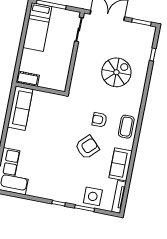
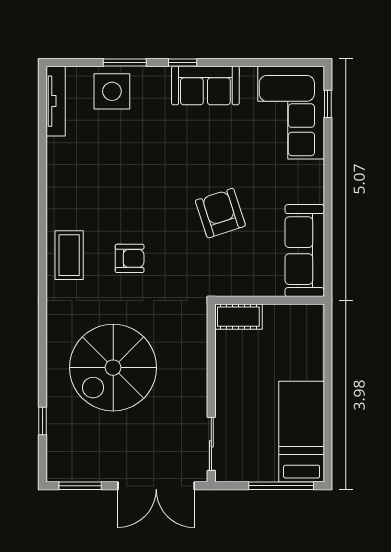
spiral stairs: (116, 72) -> (113, 368), width x1.37, depth x1.37
cot: (28, 79) -> (238, 317), moved
armchair: (87, 147) -> (220, 213), moved, turned 117
sofa: (121, 164) -> (205, 86), moved, turned 90

